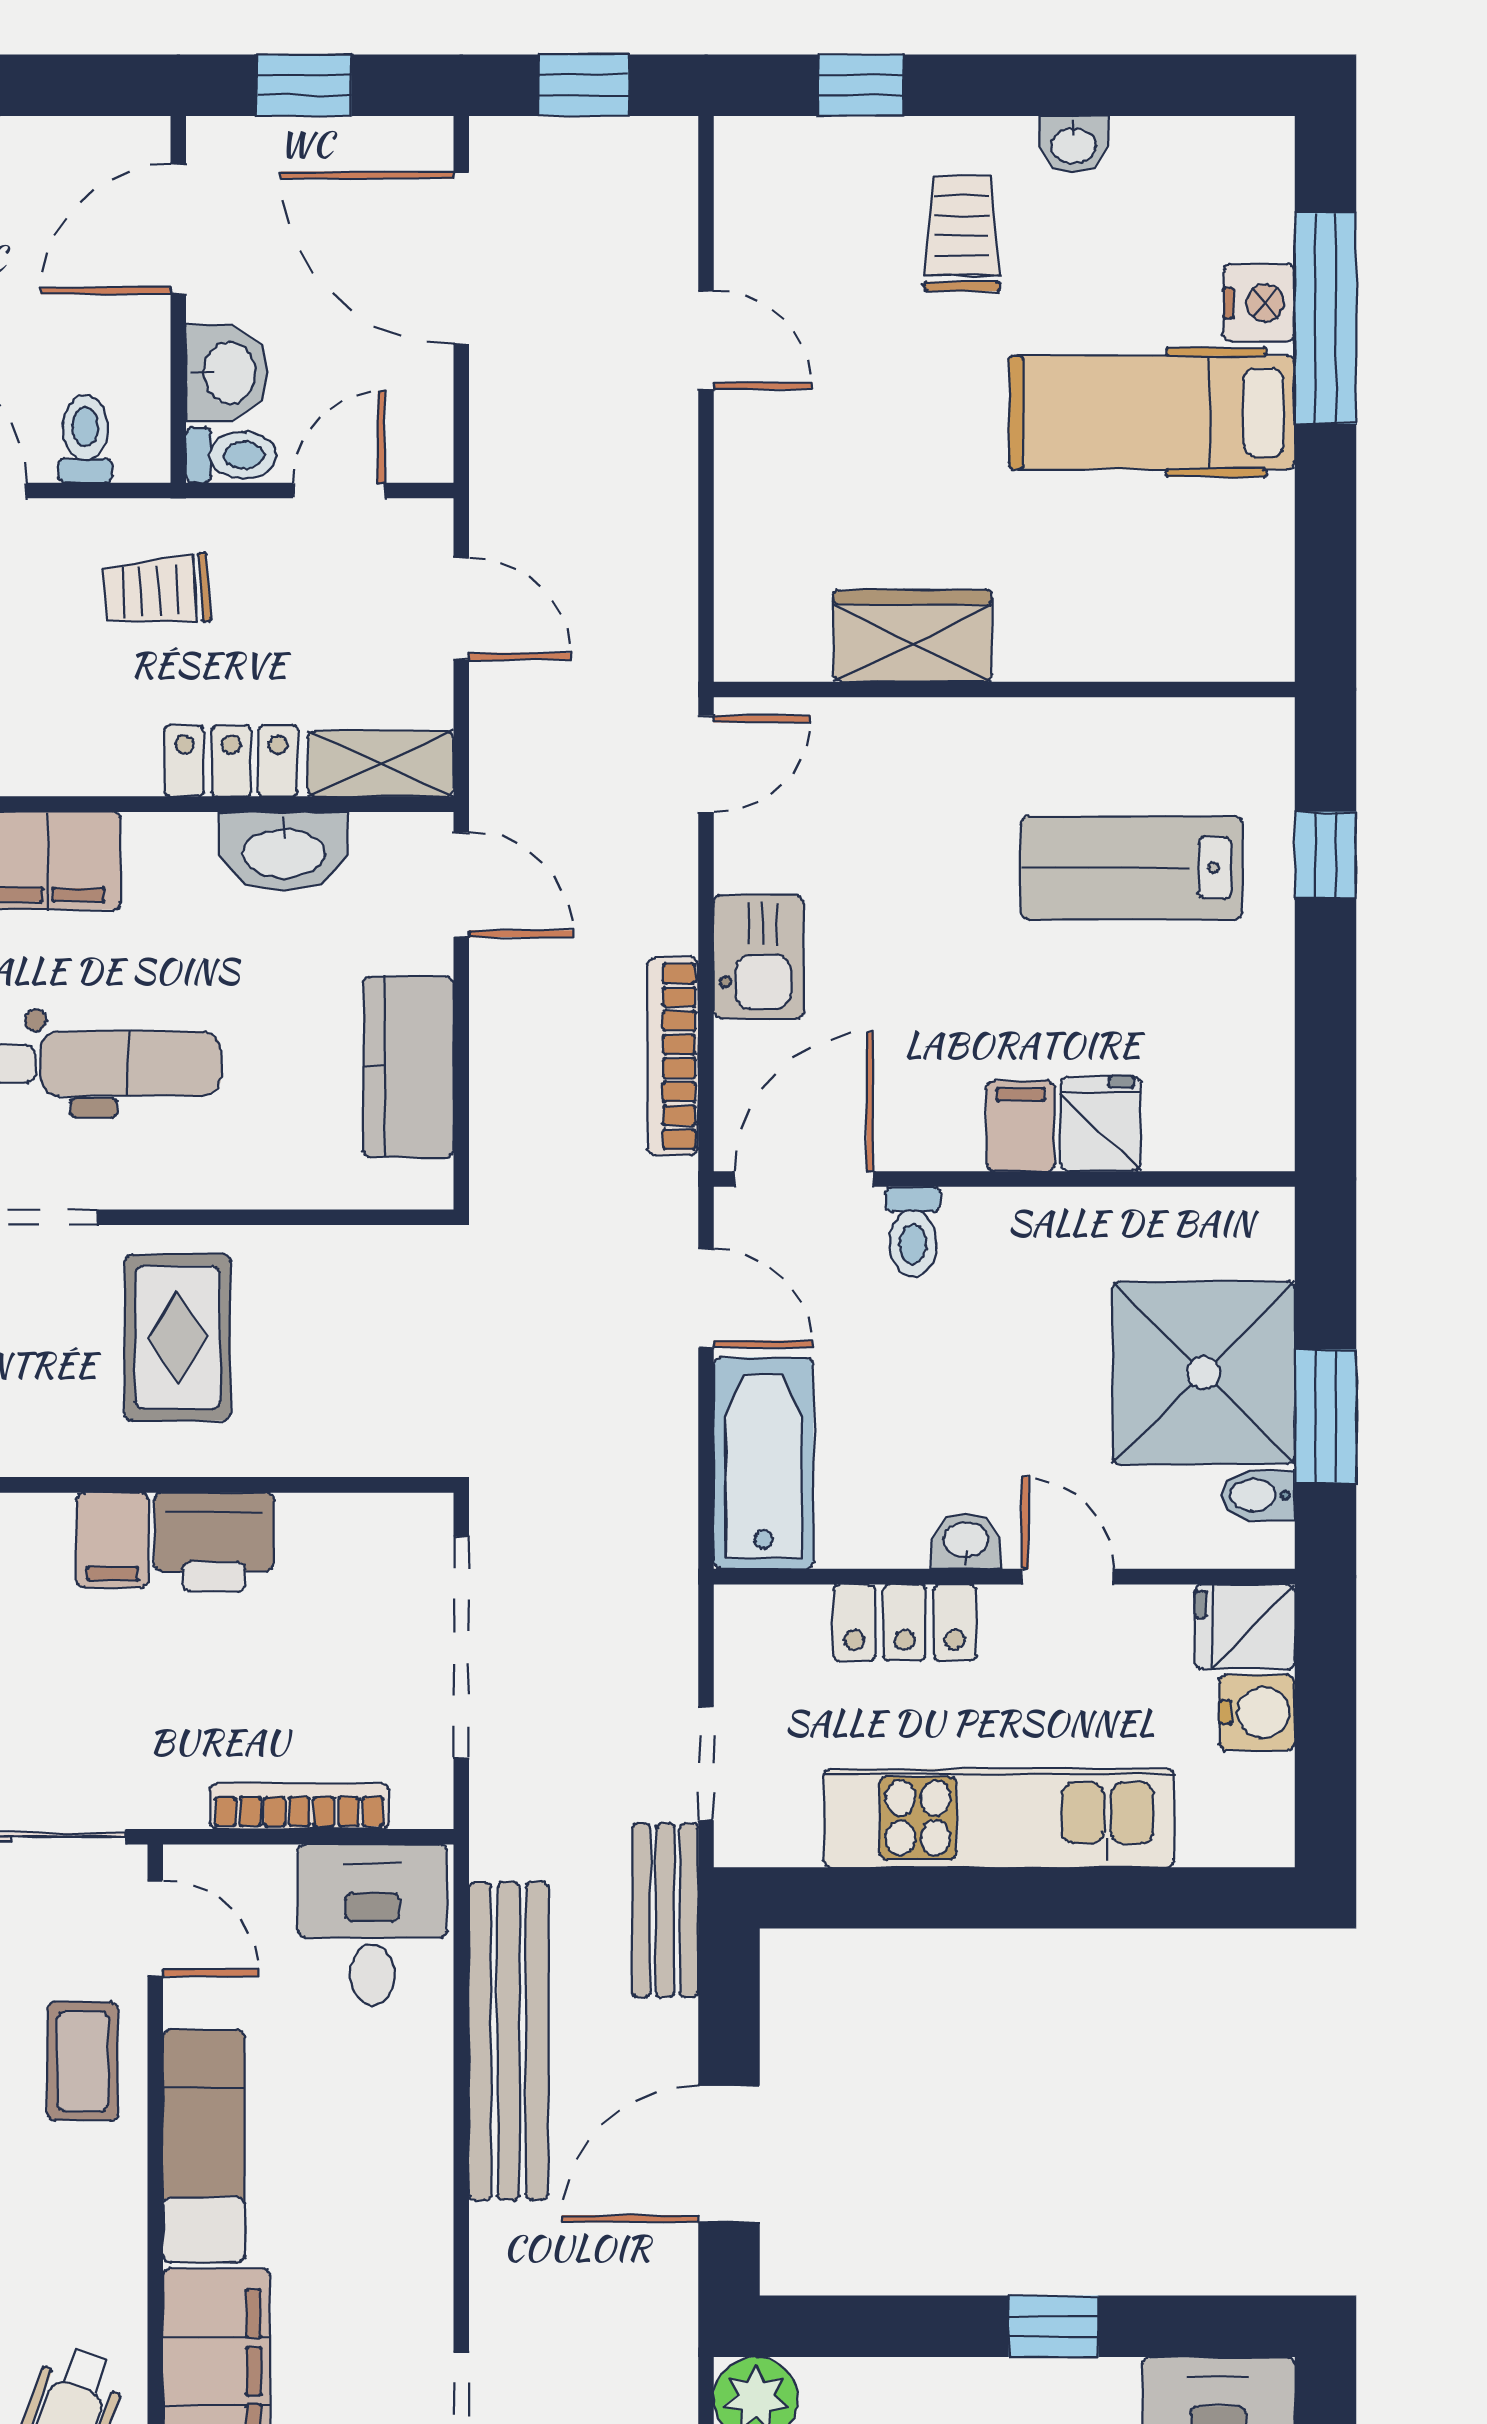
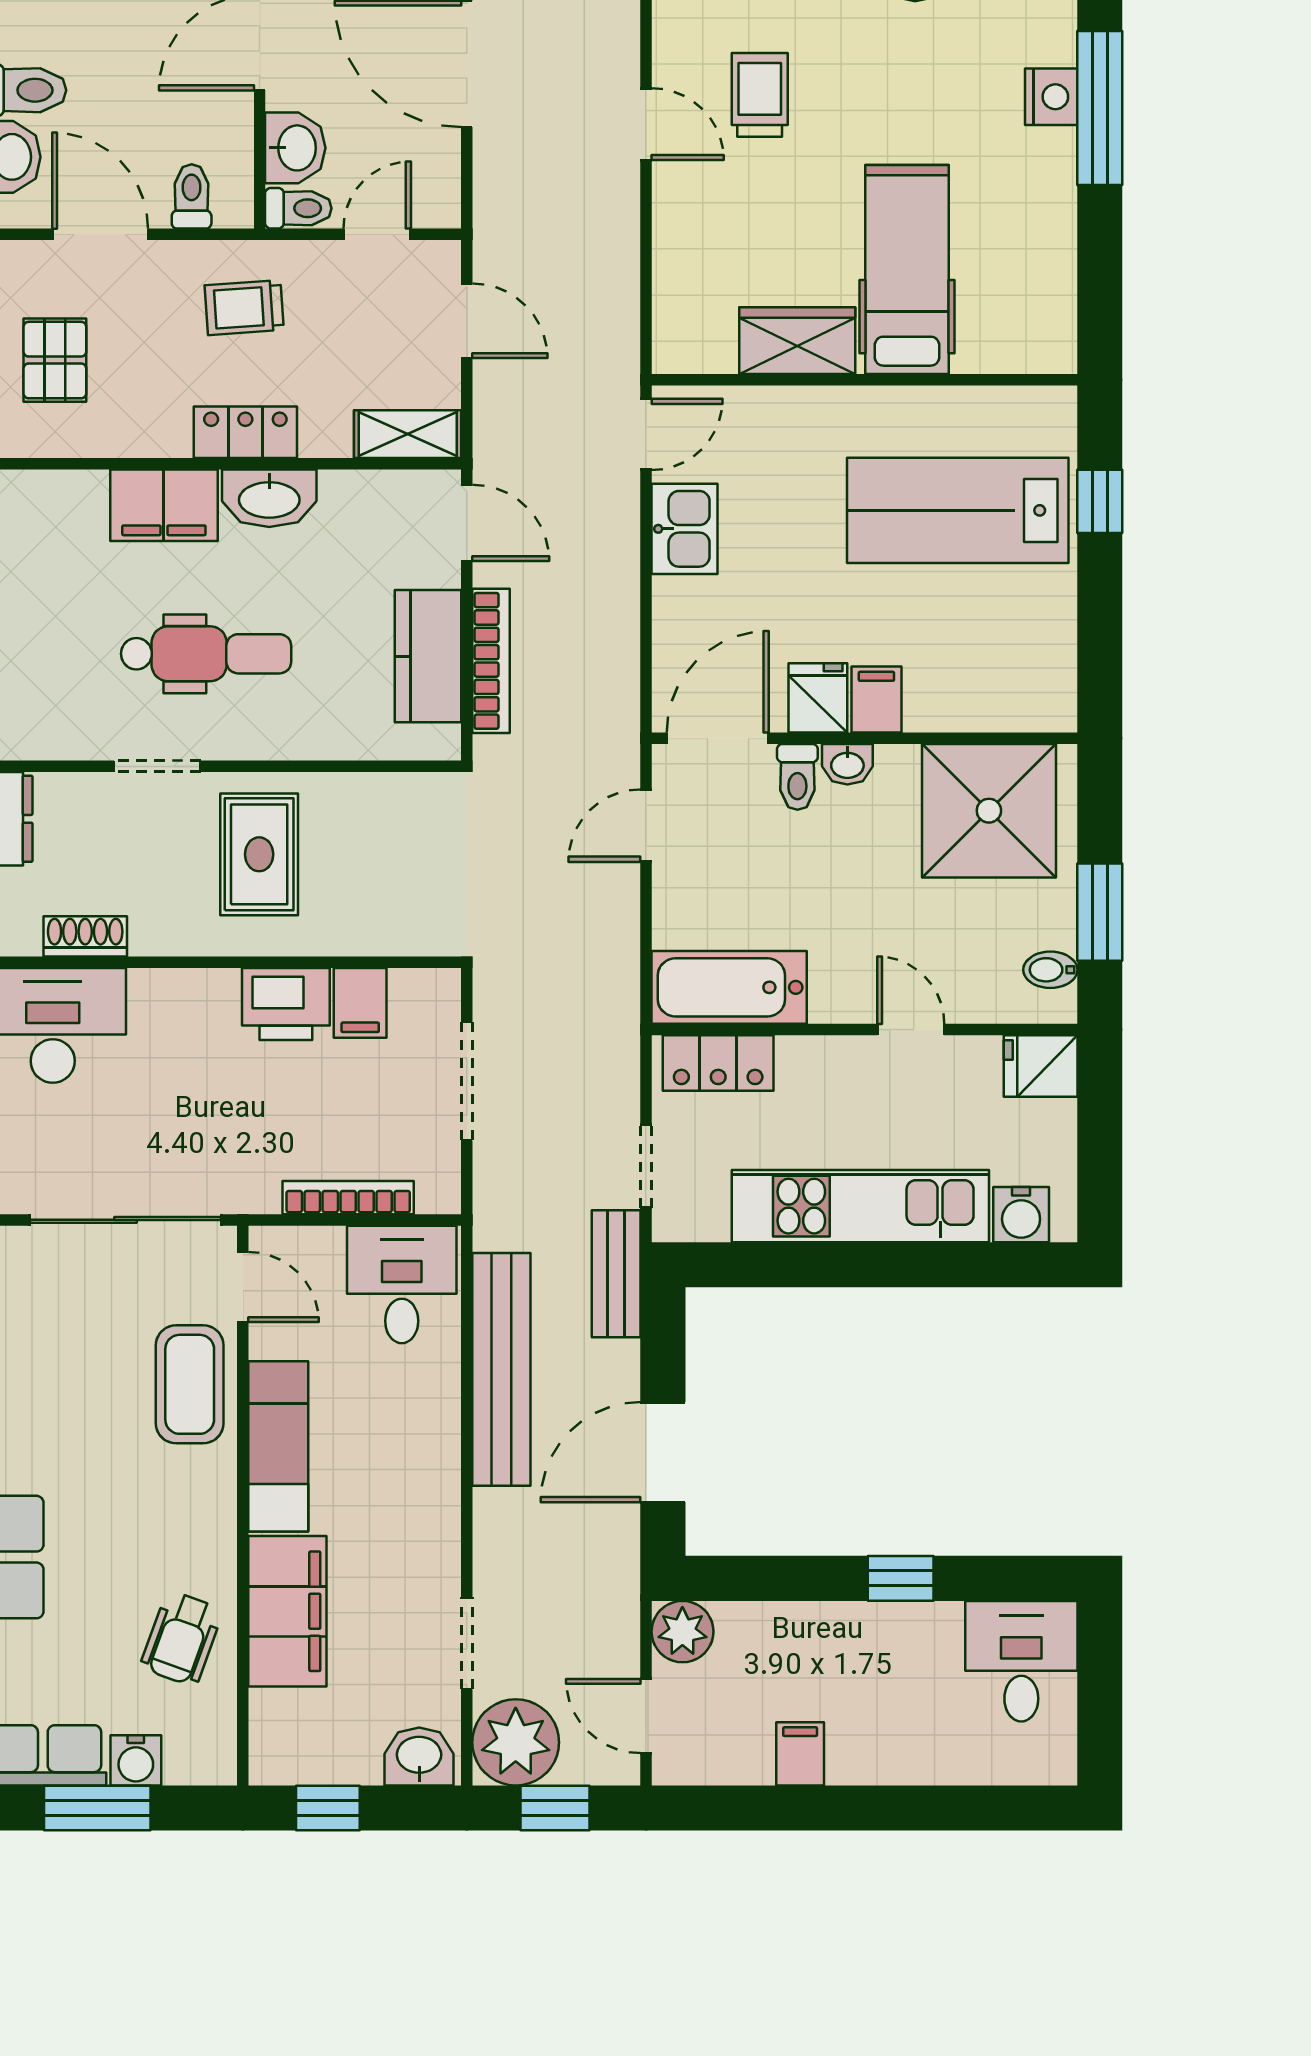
trolley: (962, 234) -> (760, 95), moved
hospital bed: (1152, 412) -> (907, 270), moved, turned 90
locker: (231, 761) -> (245, 432), moved
washbasin: (284, 851) -> (269, 498), moved
lab bench: (1132, 868) -> (958, 510), width x1.36, depth x1.39
kitchen sink: (758, 957) -> (684, 529), moved
bookcase: (673, 1056) -> (491, 661), moved, turned 180
fridge: (1101, 1124) -> (818, 698), moved
door: (706, 1298) -> (646, 826), swing flipped
shower: (1204, 1373) -> (989, 811), moved
bathtub: (764, 1463) -> (729, 987), moved, turned -90
filing cabinet: (112, 1540) -> (360, 1003), moved
washbasin: (966, 1541) -> (847, 764), moved, turned 180
locker: (905, 1622) -> (718, 1063), moved
doorway: (461, 1647) -> (467, 1081), width x0.73
water cooler: (1257, 1713) -> (1021, 1215), moved, turned 90
coffee table: (83, 2061) -> (190, 1384), width x1.36, depth x1.30

